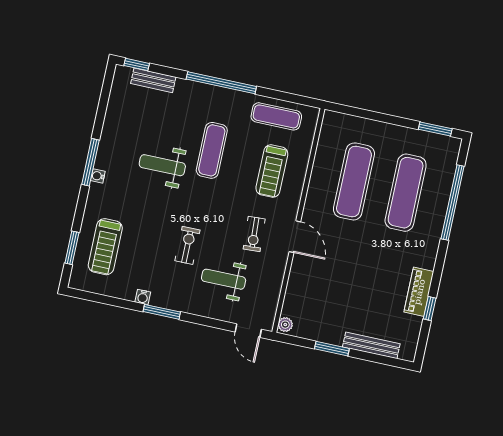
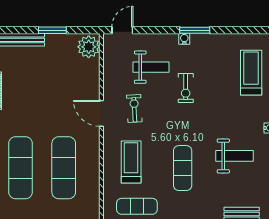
weight bench: (162, 165) -> (235, 156), moved
water cooler: (143, 297) -> (184, 39), moved
plant: (285, 325) -> (89, 47), width x1.88, depth x1.88
door: (248, 331) -> (122, 30), hinge flipped

